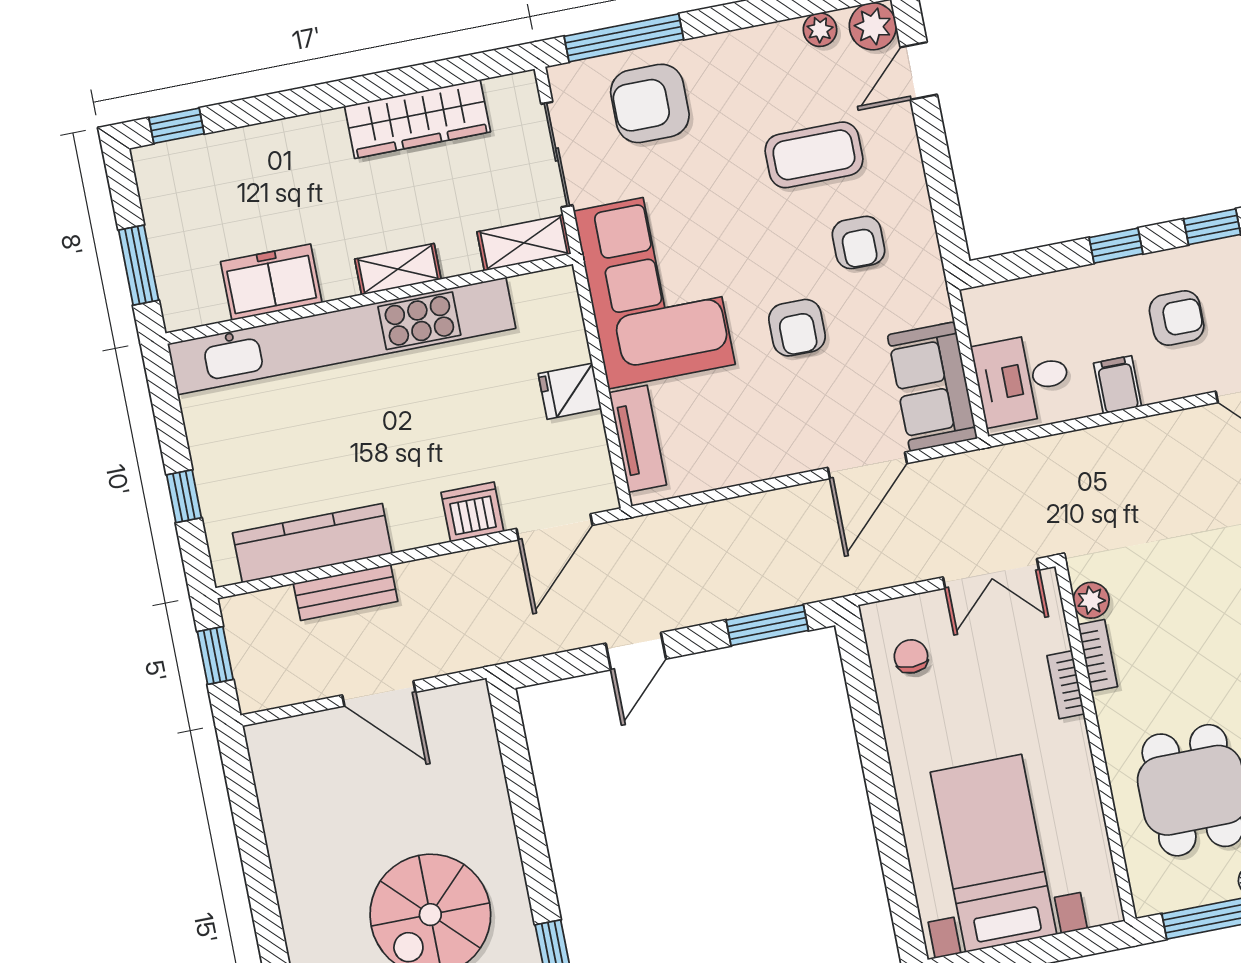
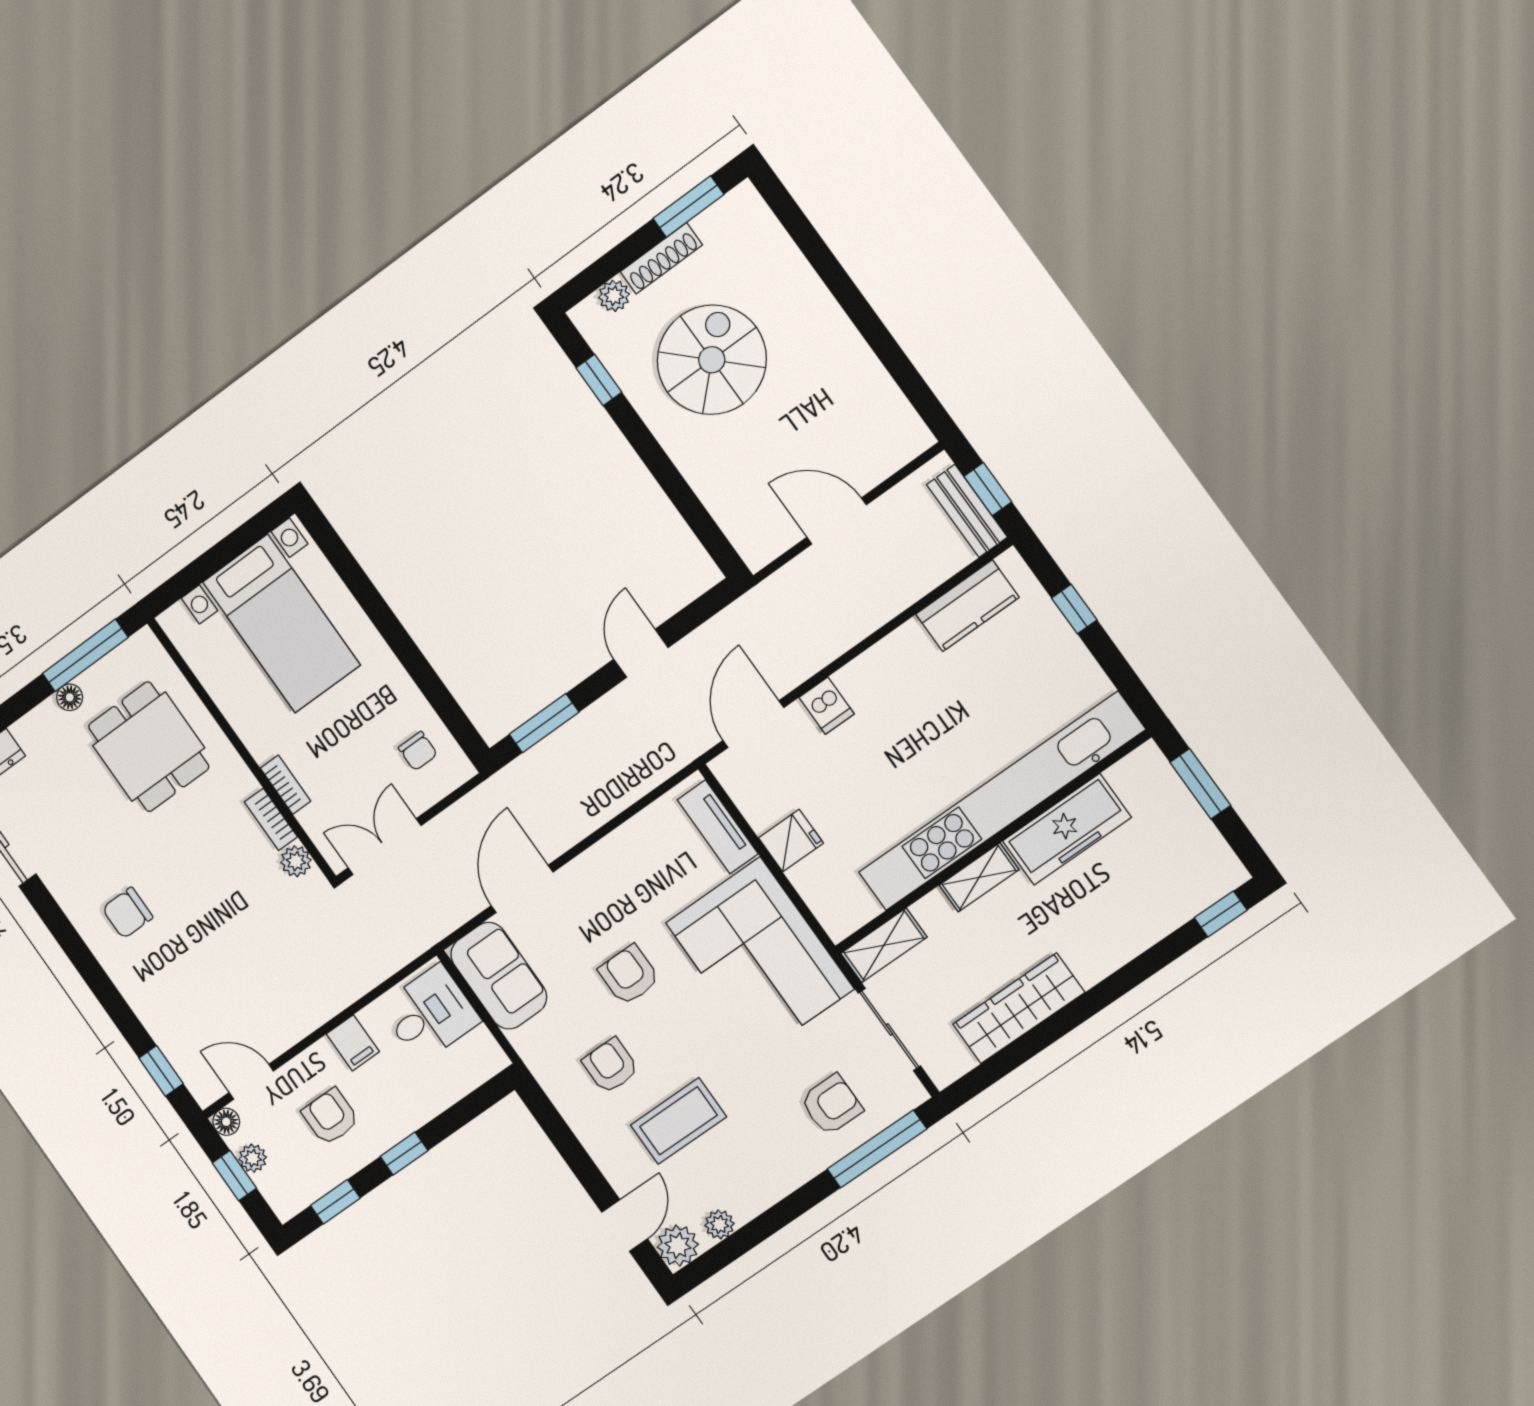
armchair: (650, 103) -> (831, 1105), width x0.72, depth x0.72
freezer: (271, 282) -> (1067, 829), width x1.40
armchair: (1177, 318) -> (330, 1117), turned 90
dishwasher: (472, 512) -> (827, 706), width x0.73
kitchen counter: (312, 543) -> (967, 606), width x0.67
bench: (346, 592) -> (967, 511), moved, turned 90

